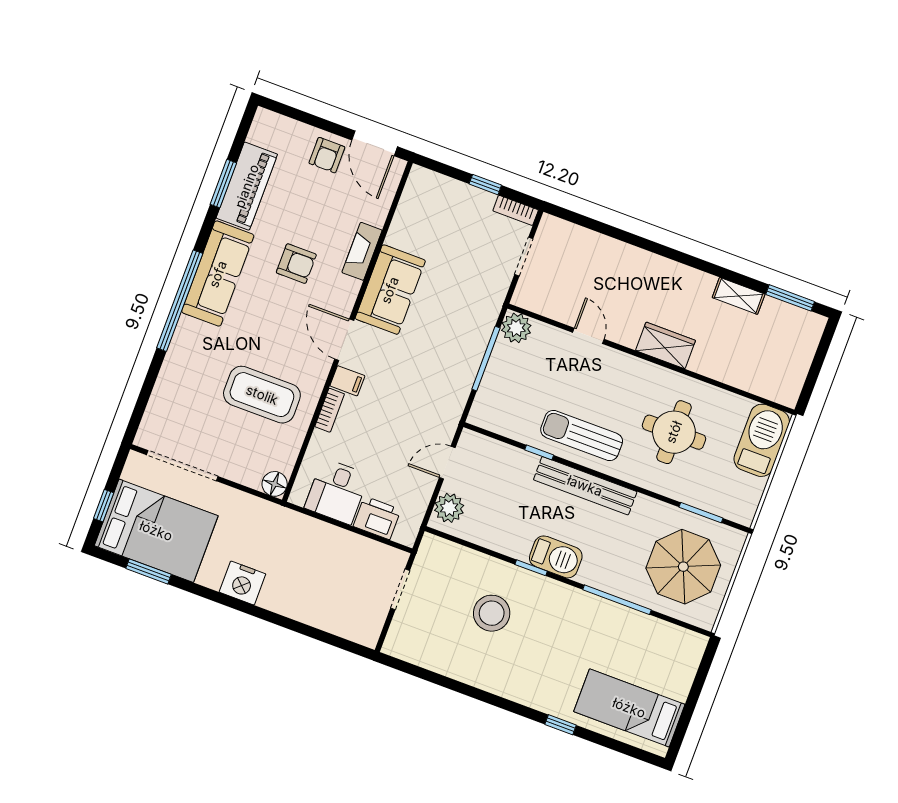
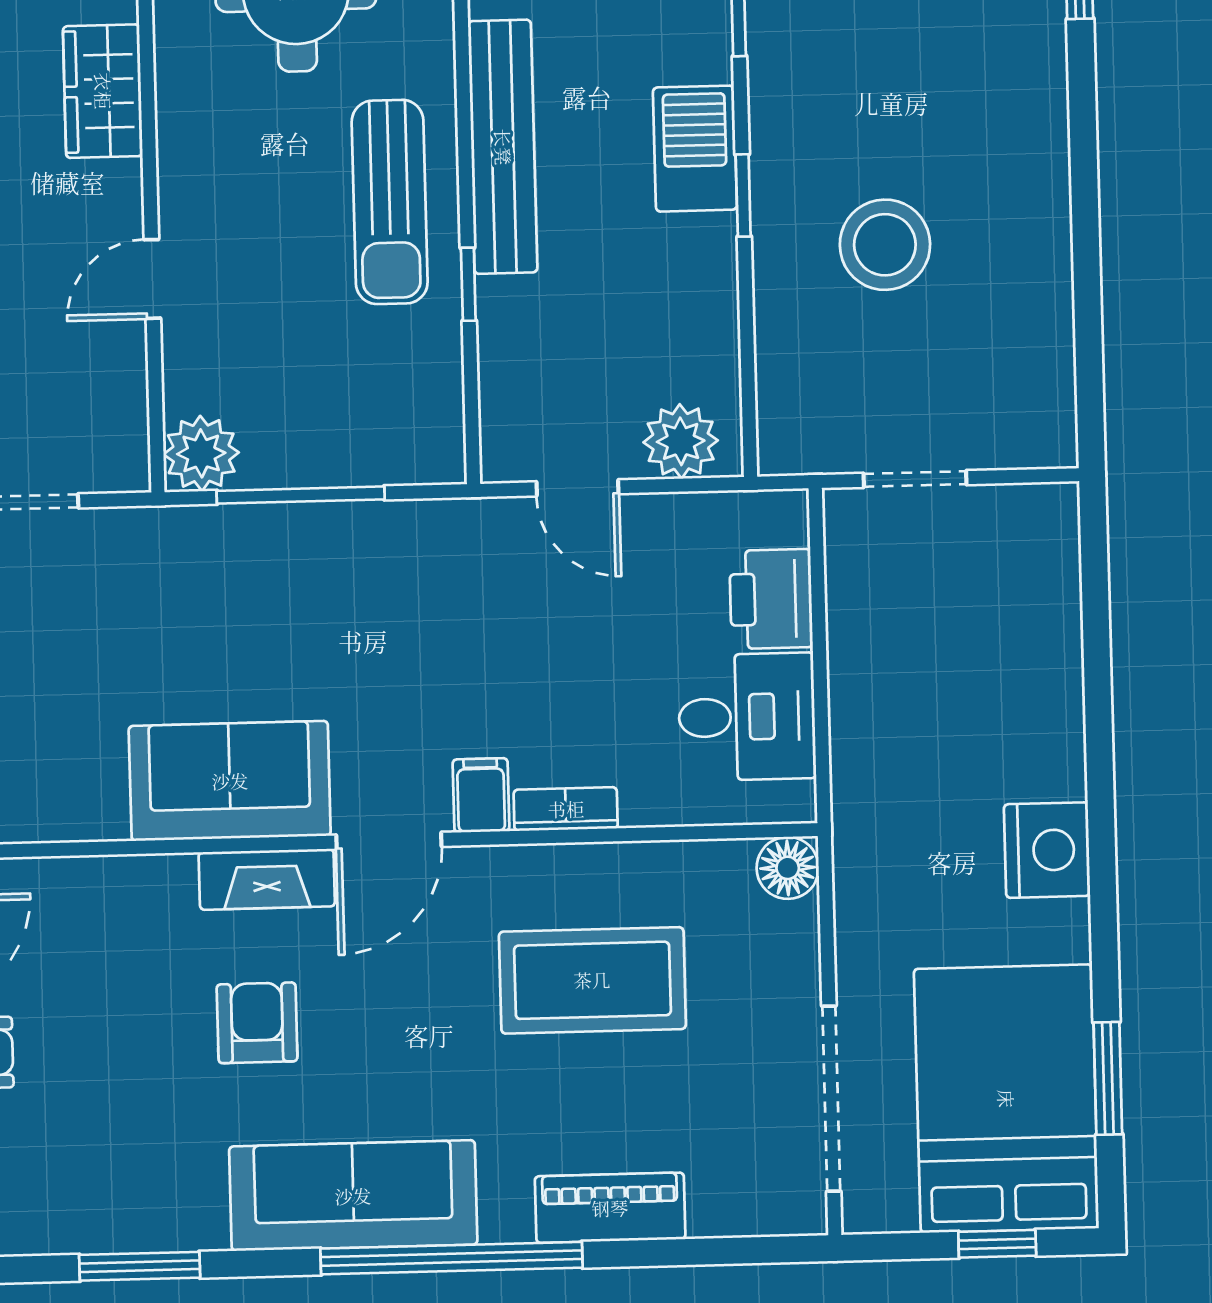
piano: (247, 186) -> (610, 1208), moved, width x0.73, depth x0.75
fireplace: (362, 251) -> (267, 879), moved
coffee table: (262, 395) -> (592, 980), turned 90

